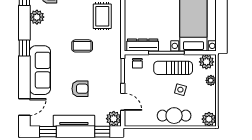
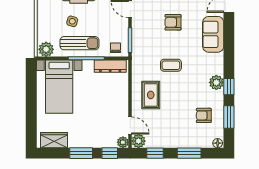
plant: (37, 17) -> (216, 82), moved
window: (24, 48) -> (229, 87), moved
sofa: (40, 70) -> (213, 34), width x0.73
plant: (211, 80) -> (42, 31), removed

